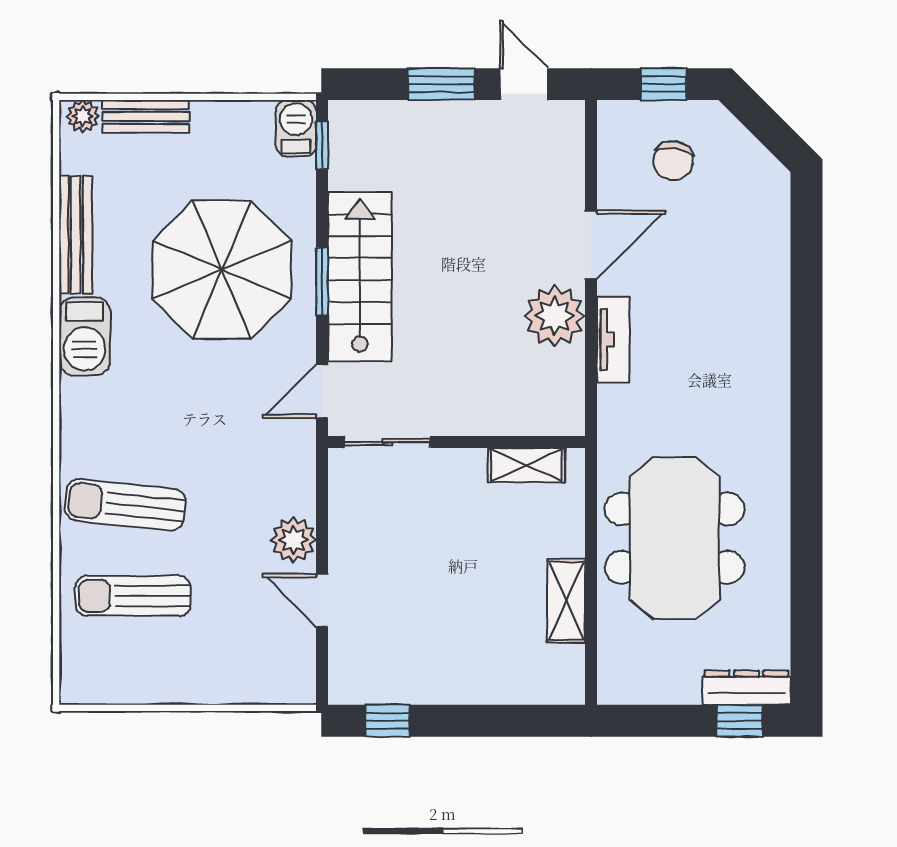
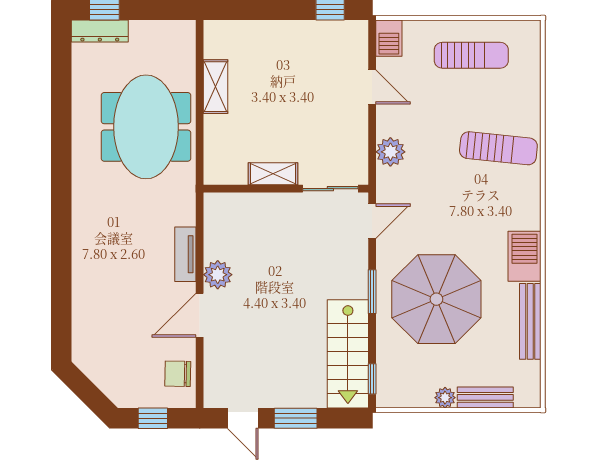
plant: (83, 116) -> (445, 398), moved
barbecue: (296, 128) -> (389, 38), moved
chair: (673, 161) -> (178, 374), moved, turned -98
stairs: (360, 276) -> (348, 354), moved
plant: (555, 316) -> (218, 275), width x0.73, depth x0.73
shelving: (526, 465) -> (273, 174), moved
plant: (293, 540) -> (390, 152), moved
sun lounger: (133, 596) -> (471, 55), moved

